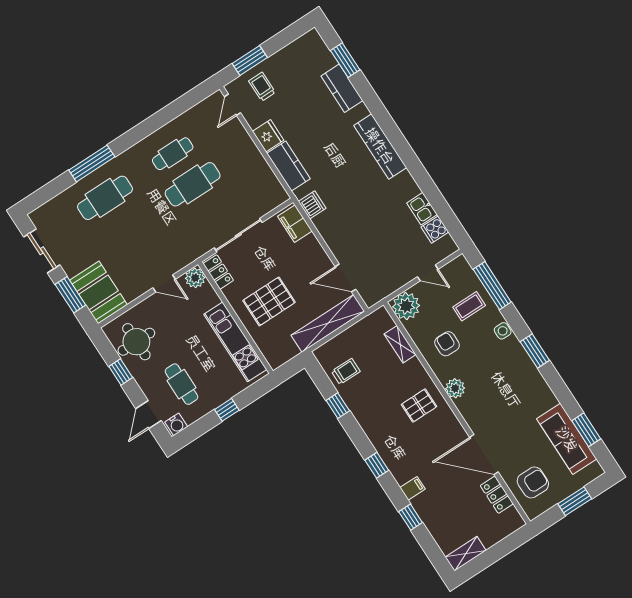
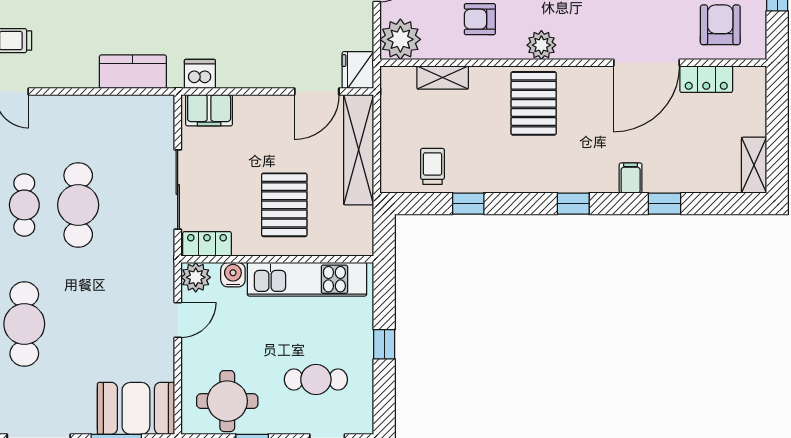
fridge: (268, 136) -> (358, 70), moved, turned -90
pallet: (419, 406) -> (534, 103), width x1.50, depth x1.42
water cooler: (176, 424) -> (233, 275), moved, turned -90

